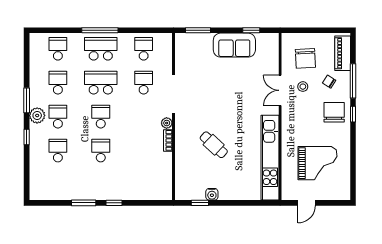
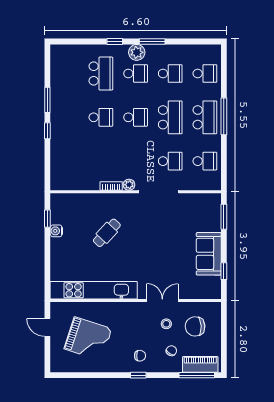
window: (353, 81) -> (197, 375), moved
chair: (334, 112) -> (140, 356), width x0.54, depth x0.54
school desk: (58, 151) -> (101, 74), width x1.85
grand piano: (317, 163) -> (88, 339), turned -72

